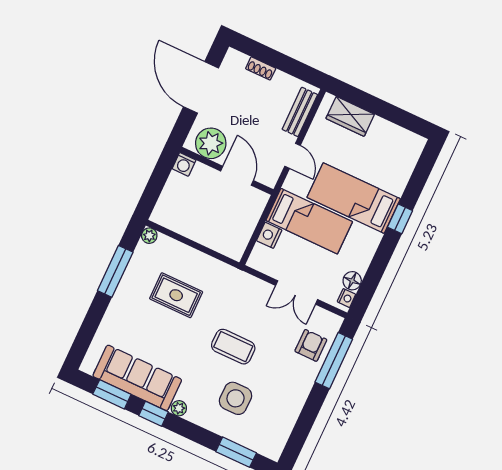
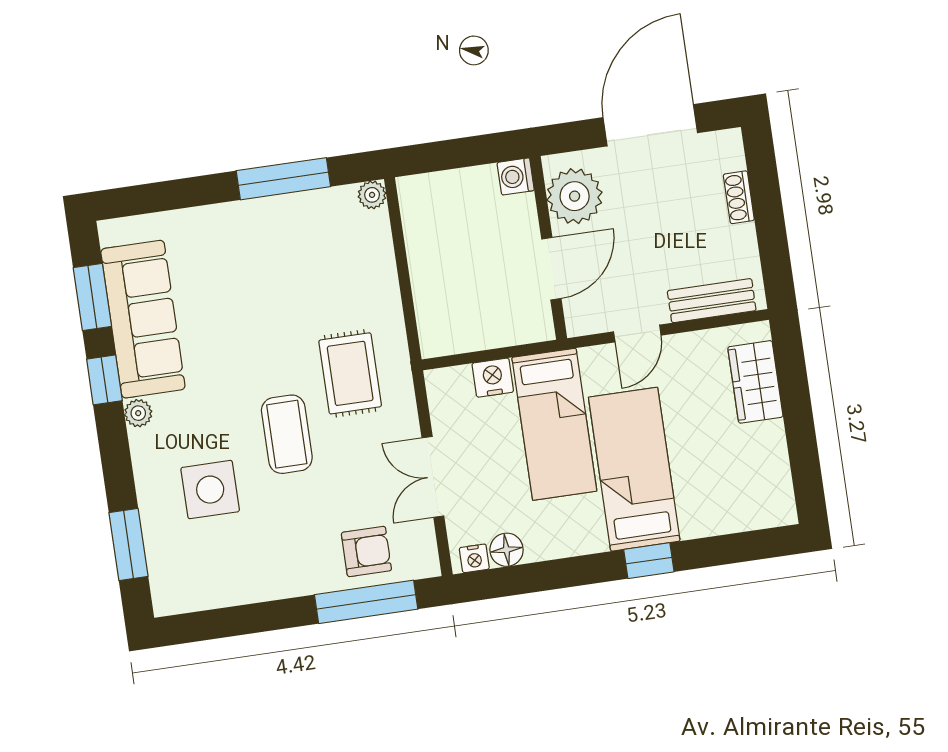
rug: (176, 295) -> (350, 373), moved

